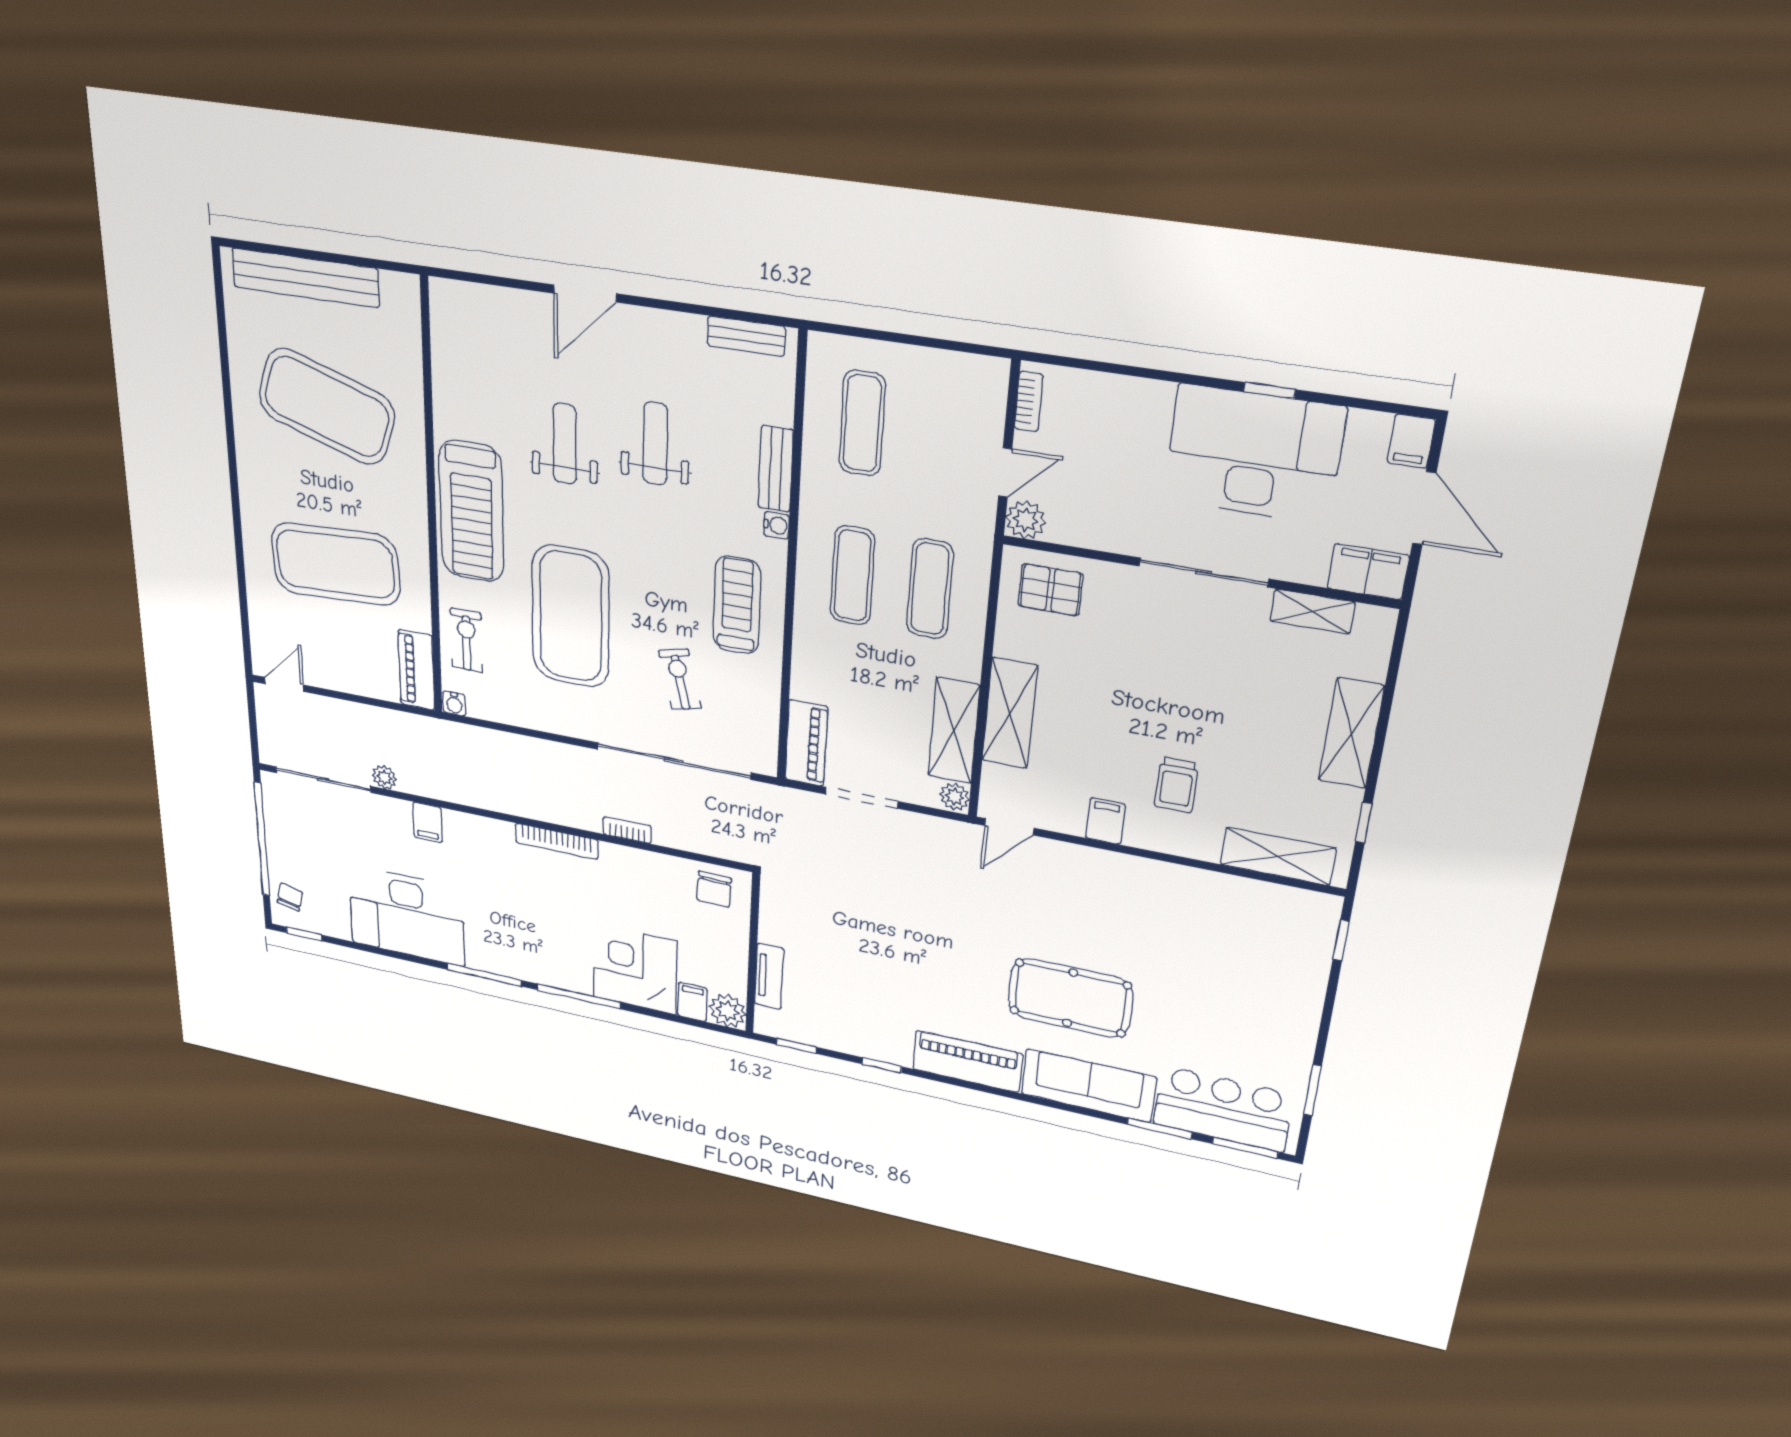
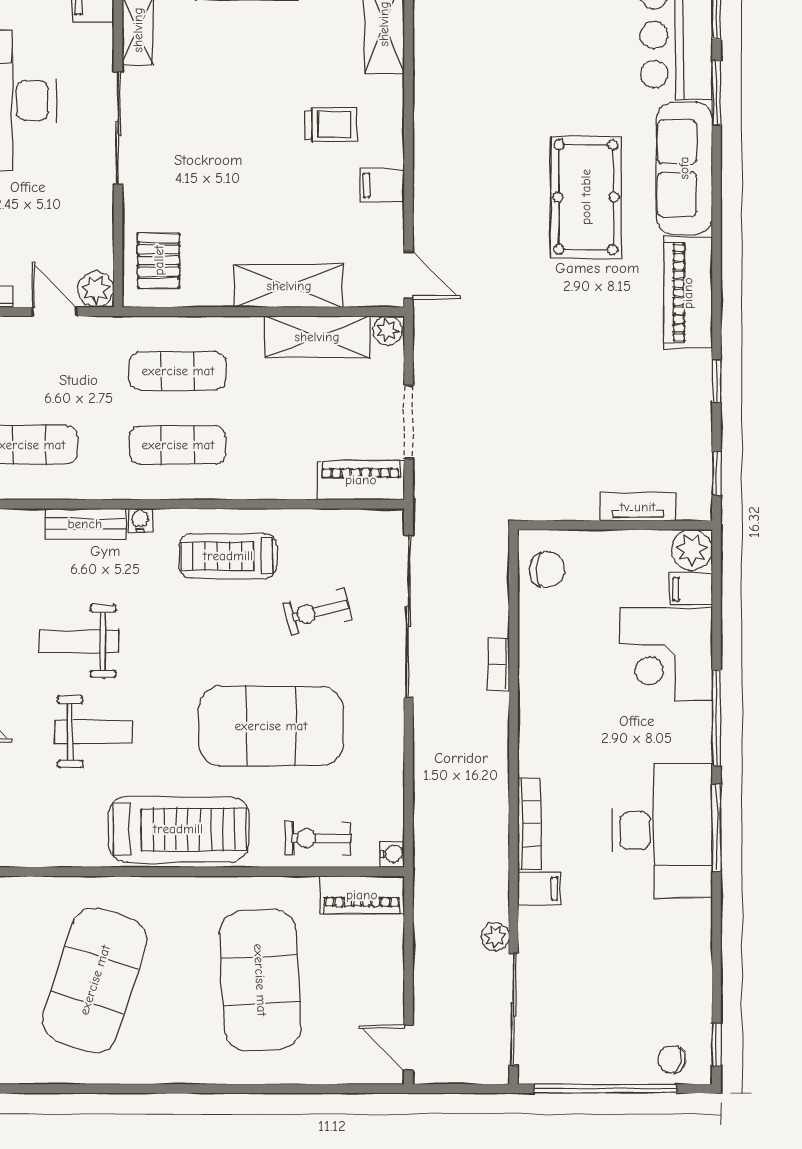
weight bench: (565, 444) -> (94, 732), turned 180
bookcase: (557, 841) -> (529, 824), moved
desk: (407, 916) -> (662, 830), moved

